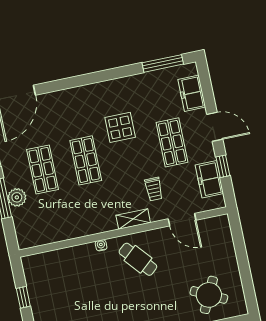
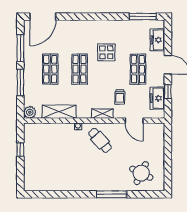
plant: (17, 197) -> (30, 112), moved
shelving: (69, 230) -> (59, 112), added

